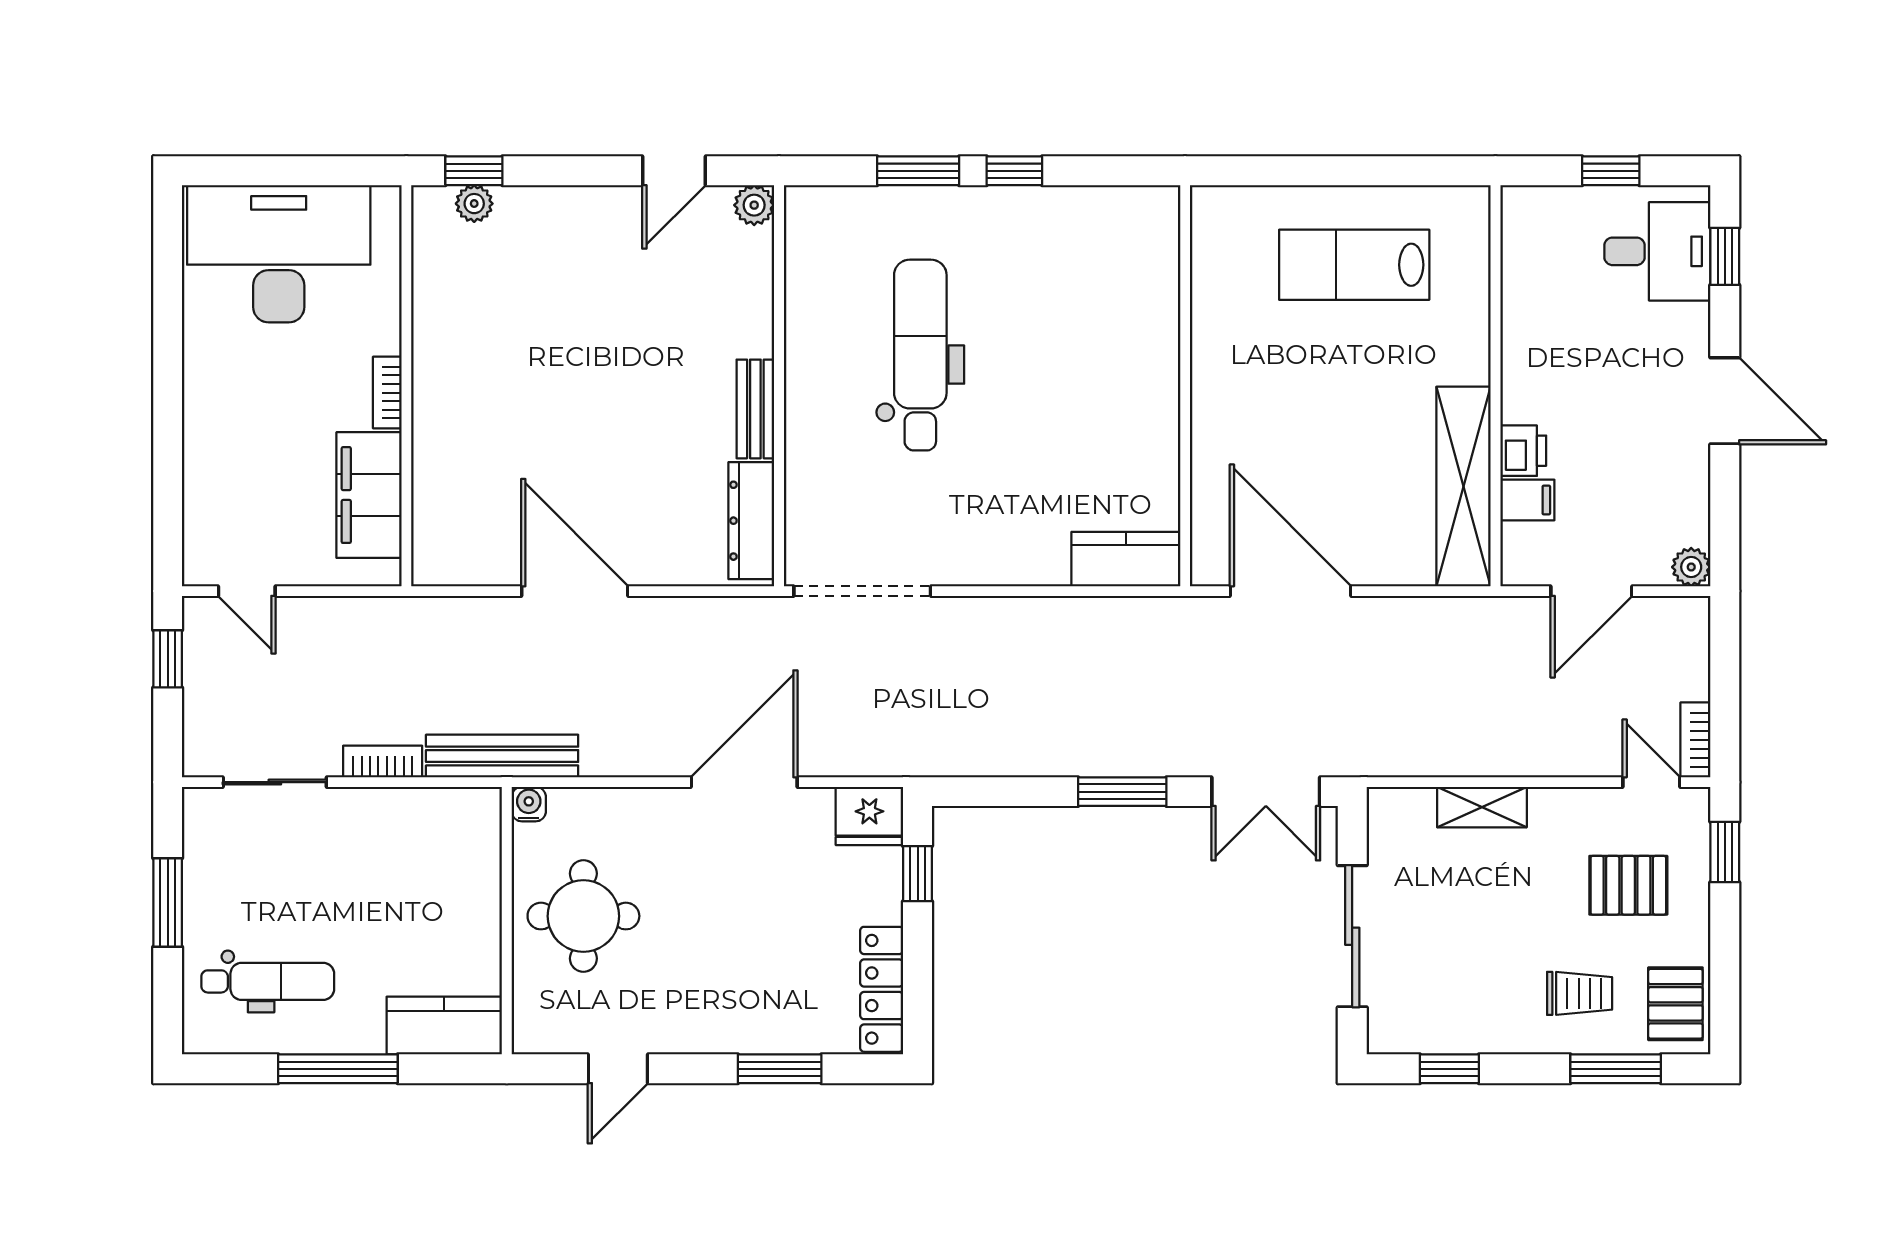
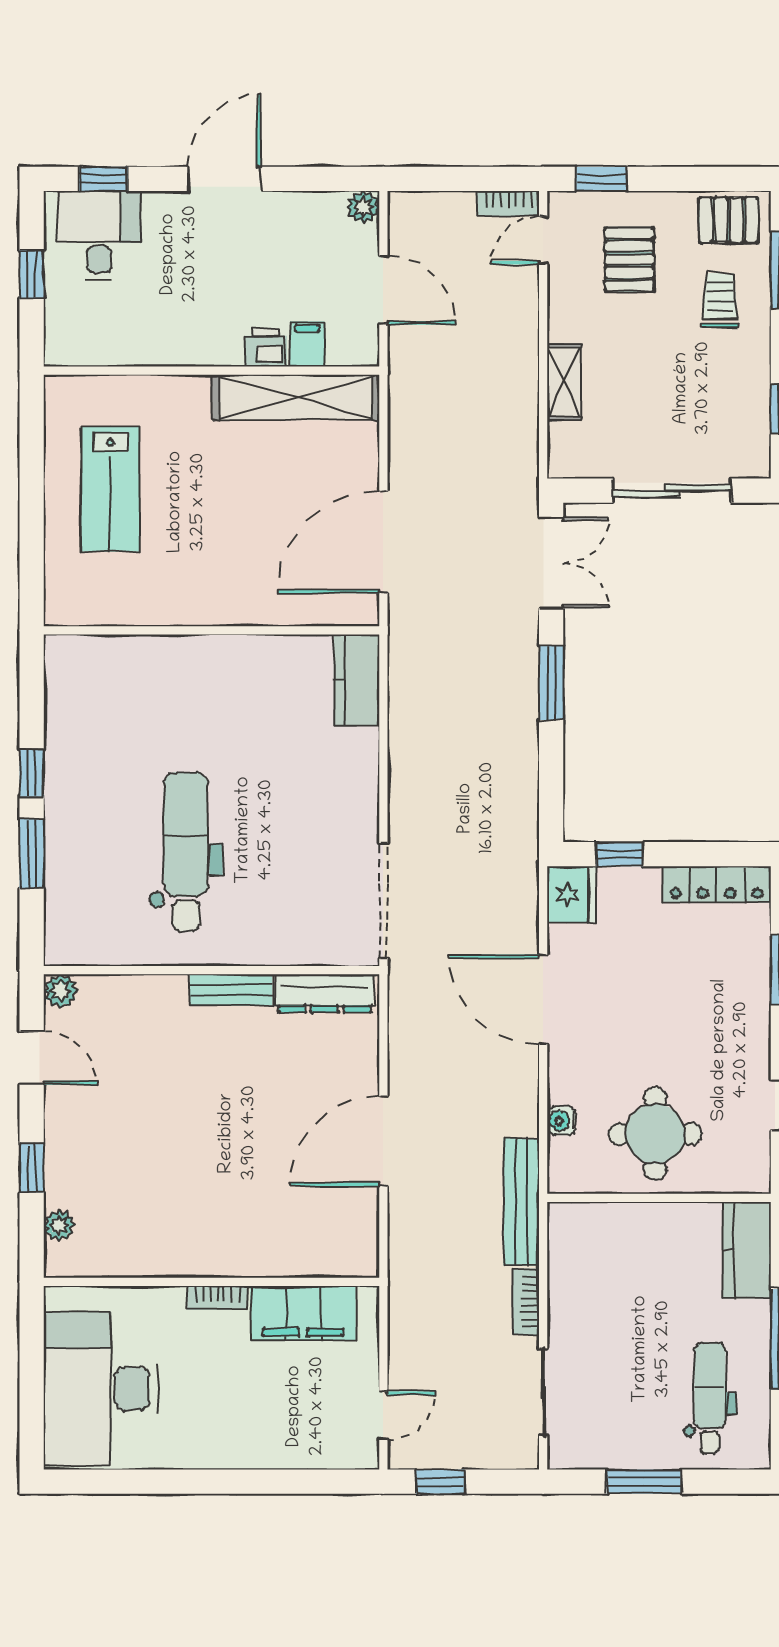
window: (474, 171) -> (32, 1168), moved
dental chair: (920, 355) -> (186, 852), turned 90
water cooler: (529, 804) -> (562, 1121), moved

